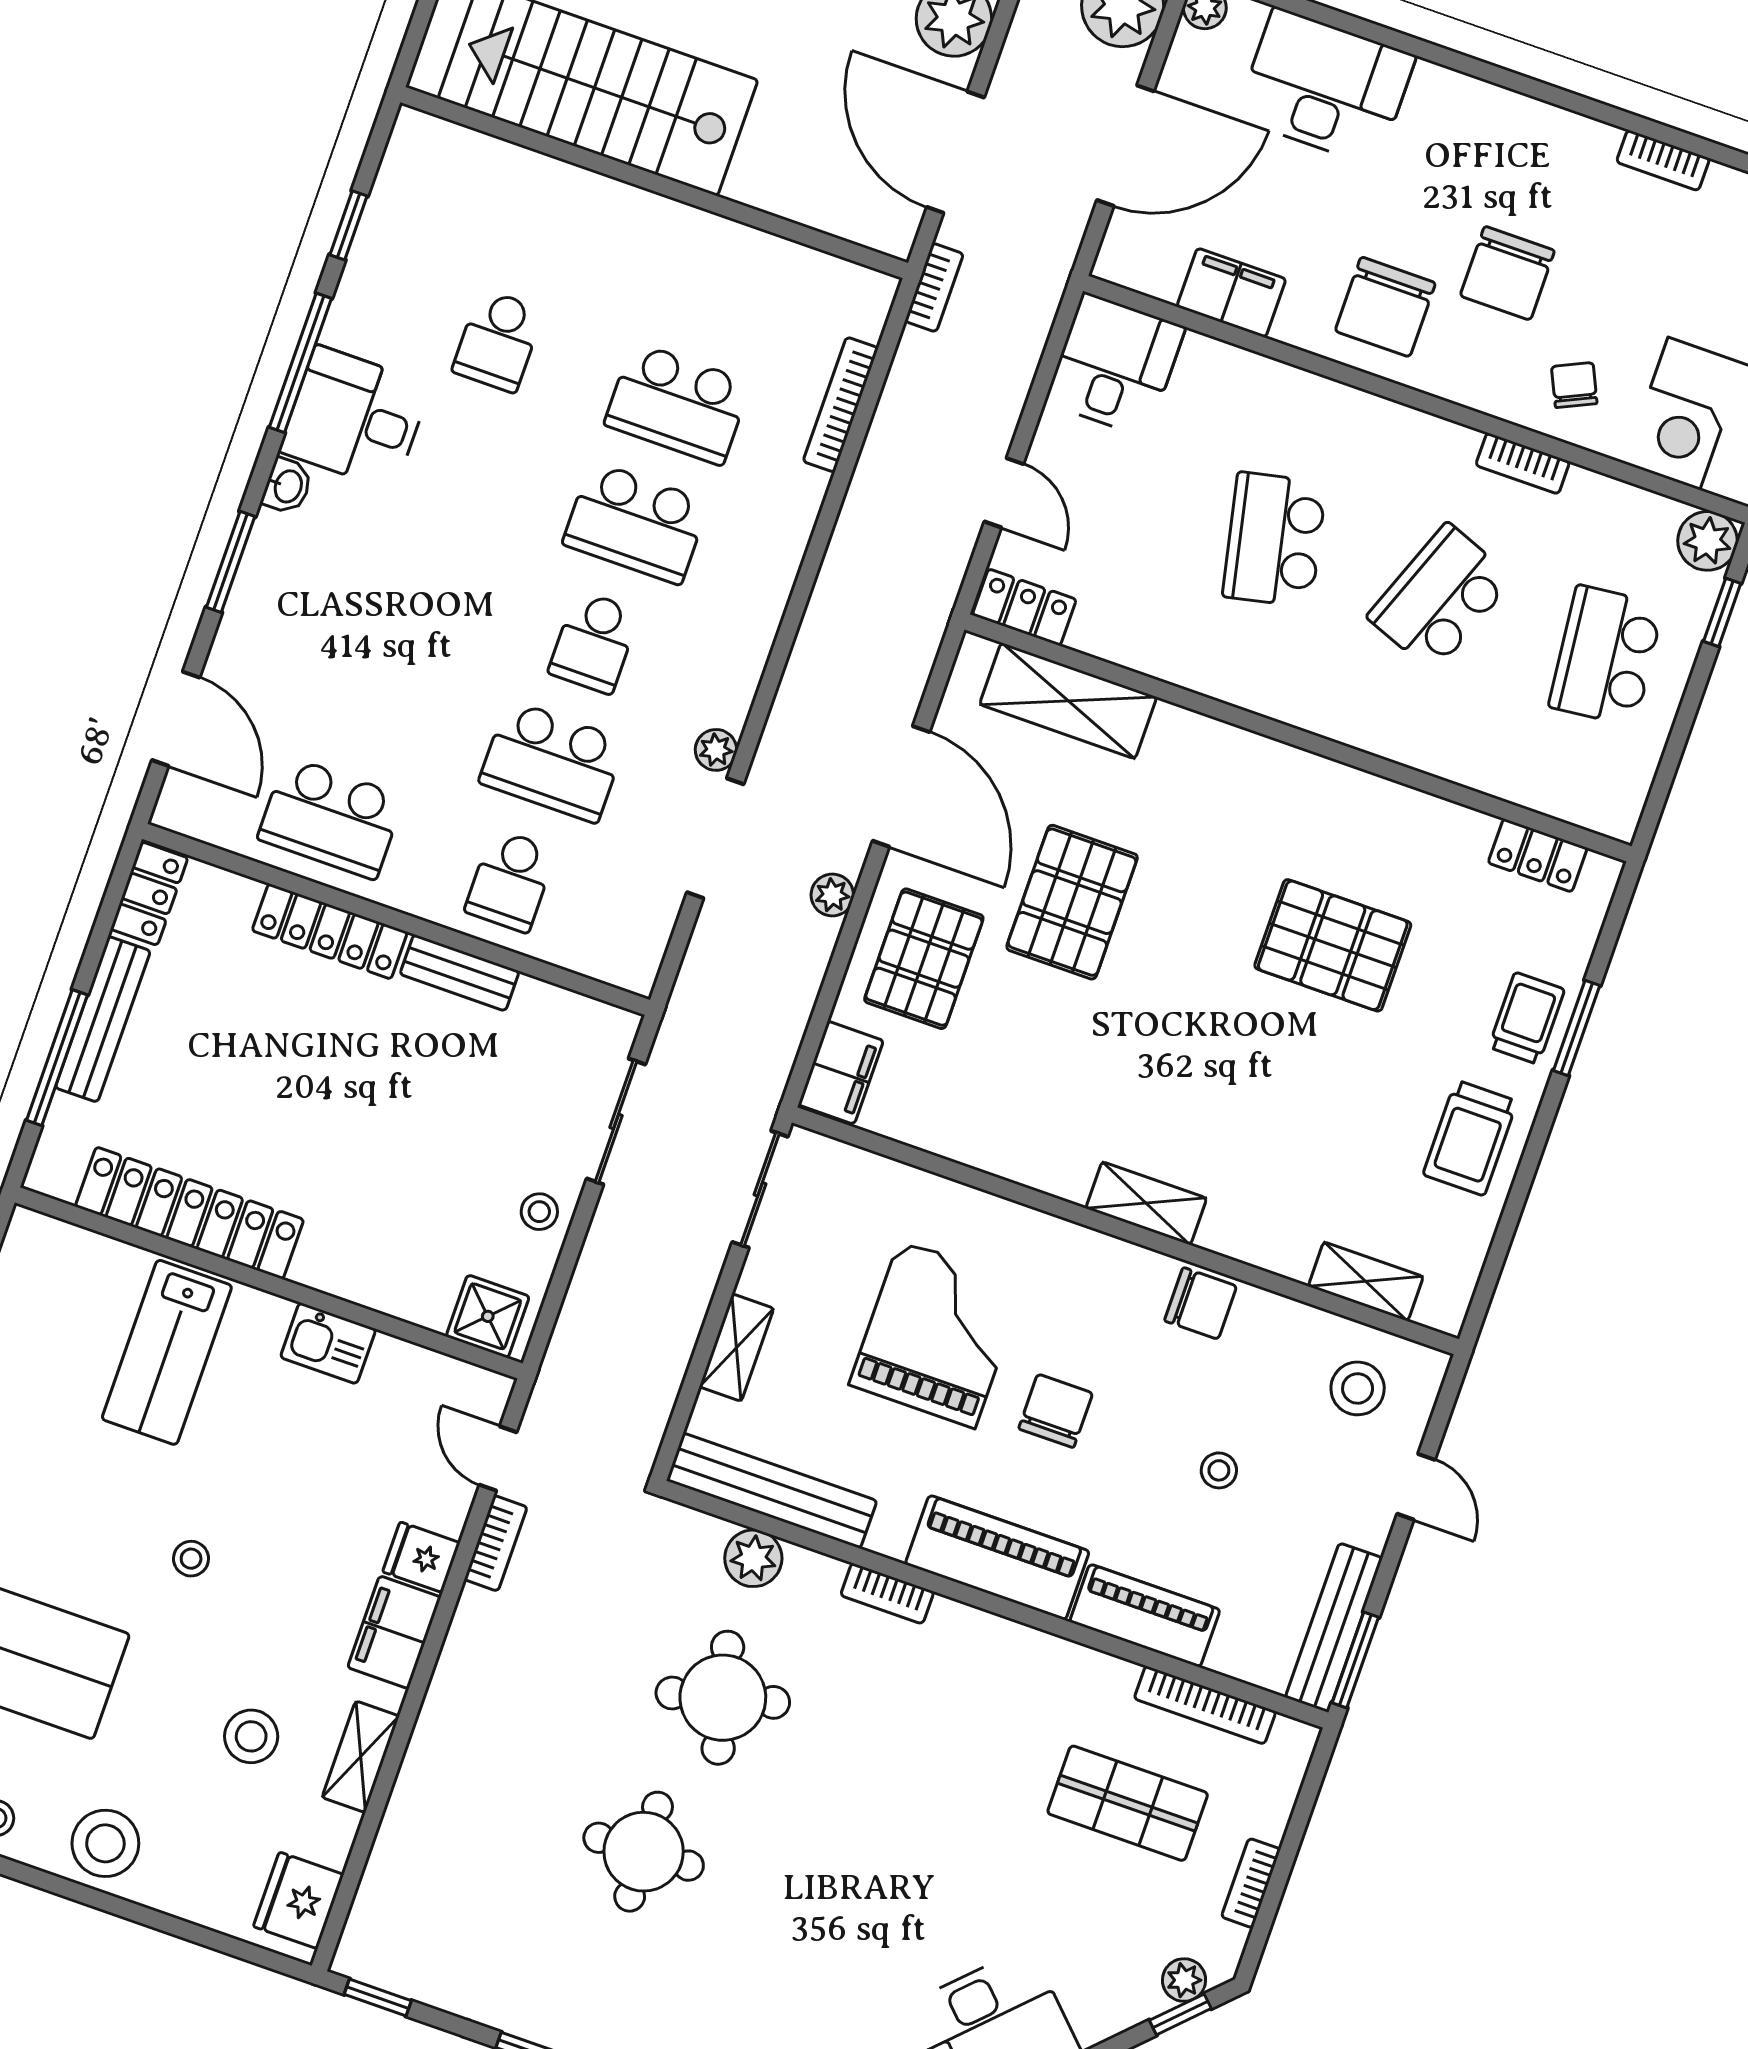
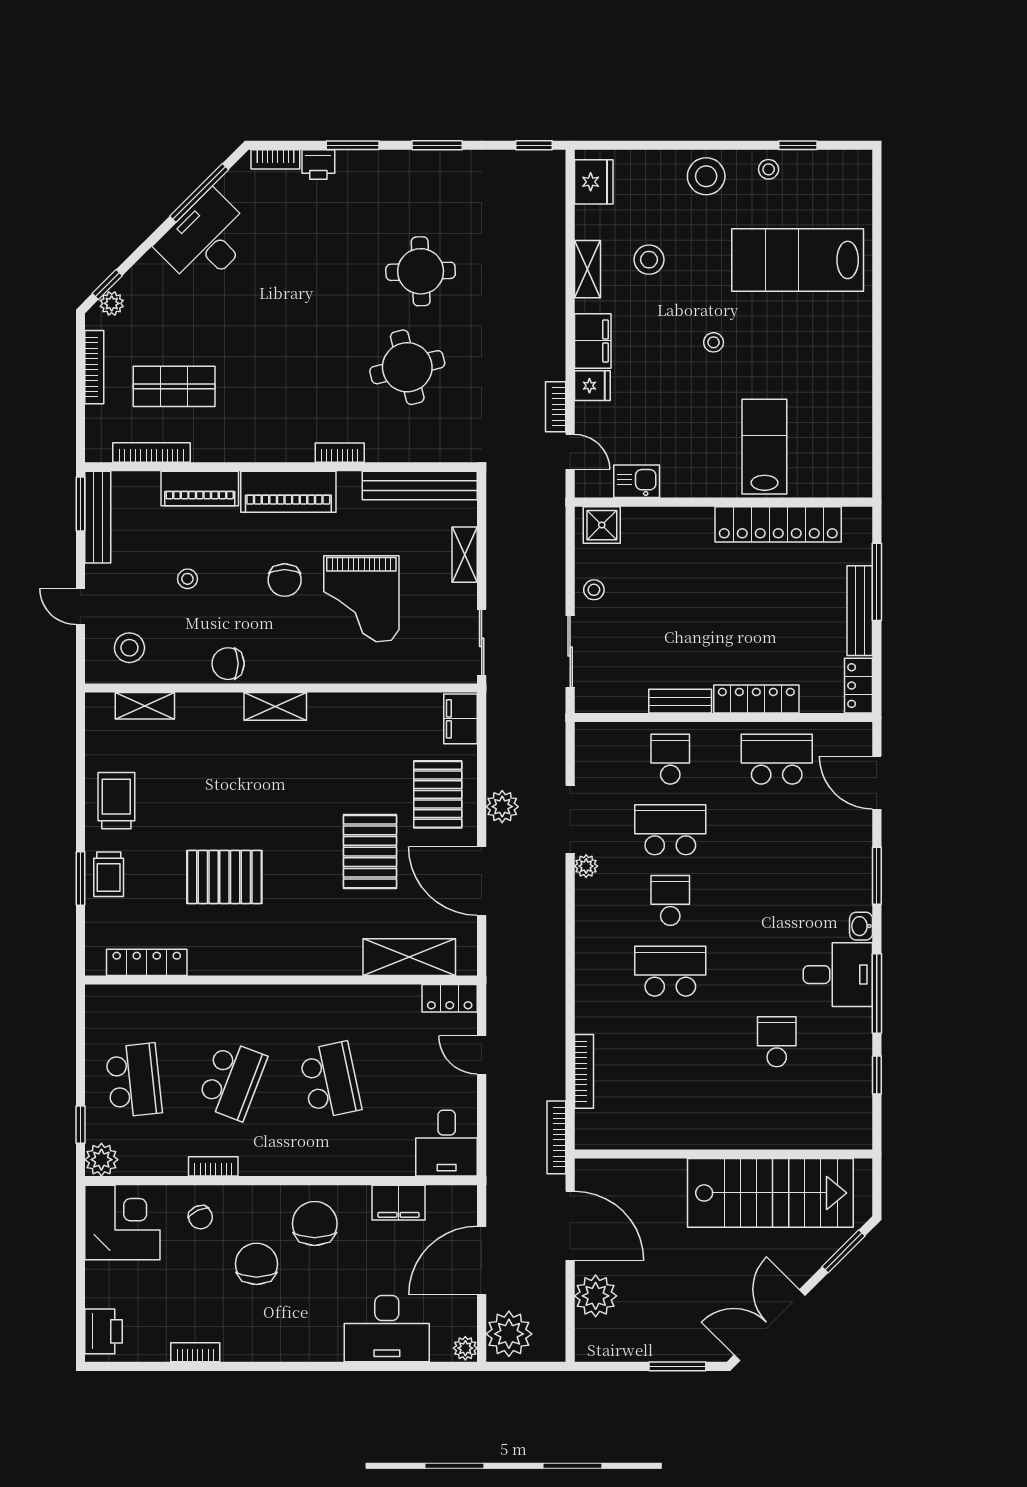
bookcase: (934, 287) -> (556, 1137), width x1.56
school desk: (678, 404) -> (670, 1042), removed
locker: (1538, 855) -> (147, 962), width x1.53
plant: (832, 895) -> (502, 807), width x1.38, depth x1.38
kitchen sink: (328, 1343) -> (637, 481), moved
plant: (753, 1558) -> (417, 446), removed
bookcase: (1251, 1883) -> (94, 367), width x1.56

